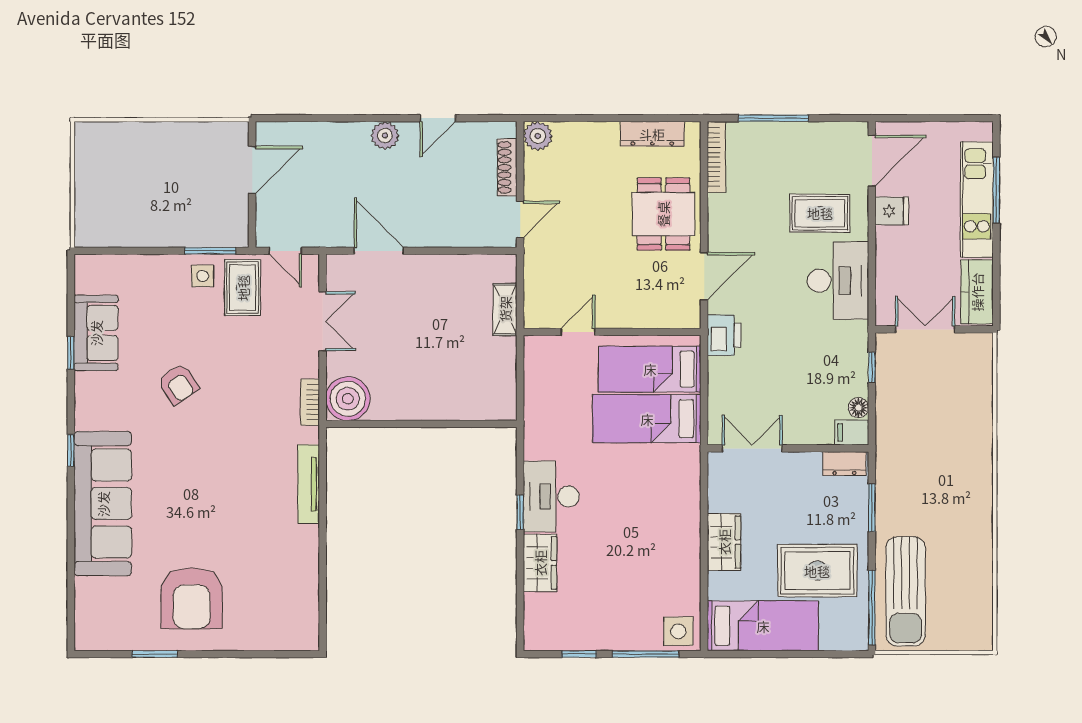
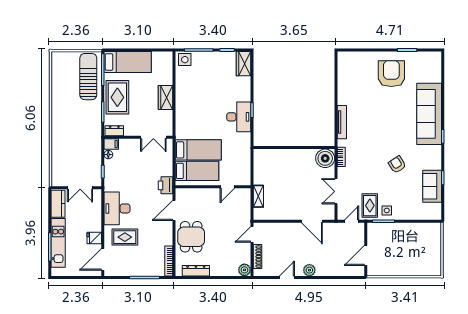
door: (285, 251) -> (352, 221), hinge flipped
wardrobe: (540, 563) -> (244, 64), moved
rug: (817, 571) -> (117, 97), moved, turned 90
bed: (763, 626) -> (128, 62), moved, turned 180

